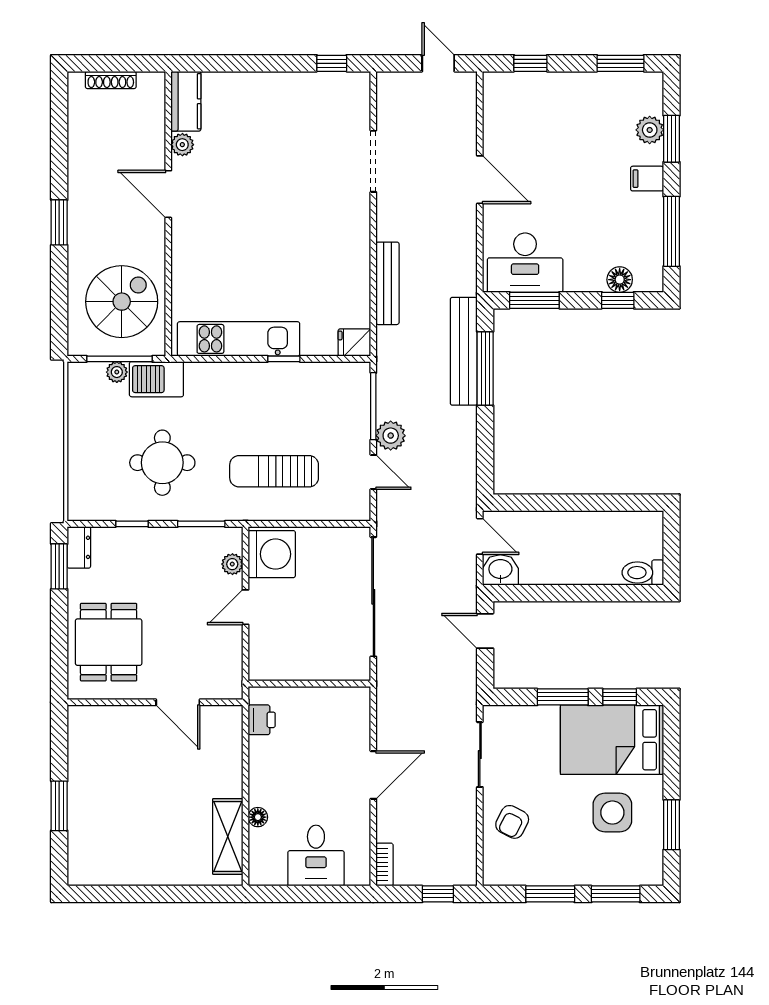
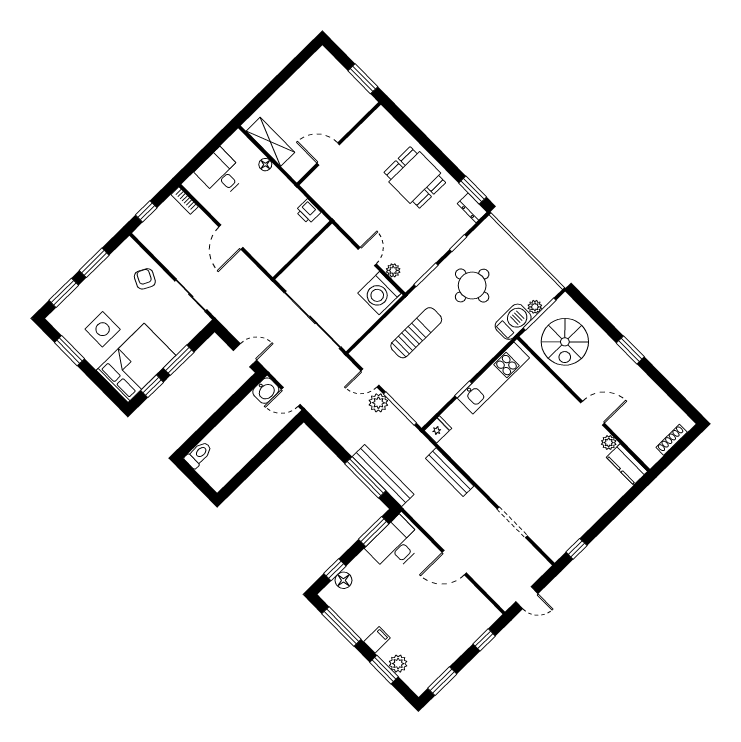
wall: (155, 702) -> (339, 144), moved
door: (178, 702) -> (328, 154), moved

